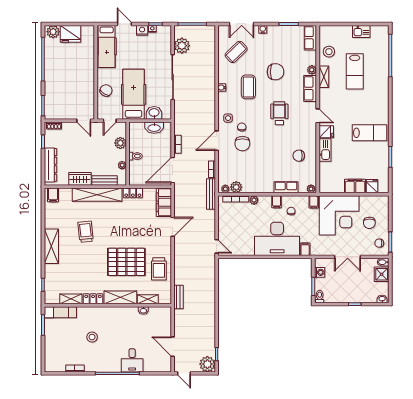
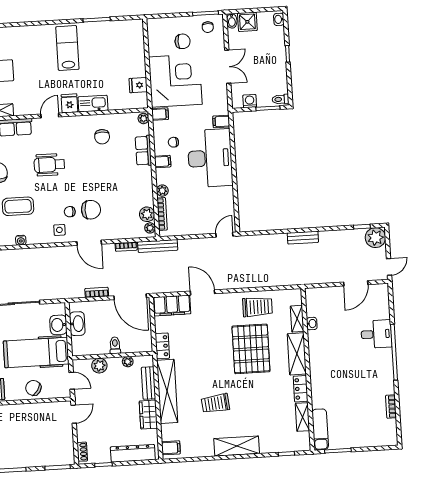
filing cabinet: (355, 186) -> (137, 62), removed
fridge: (372, 186) -> (138, 85), moved
bench: (179, 297) -> (303, 238), moved
stool: (92, 337) -> (350, 387), removed

